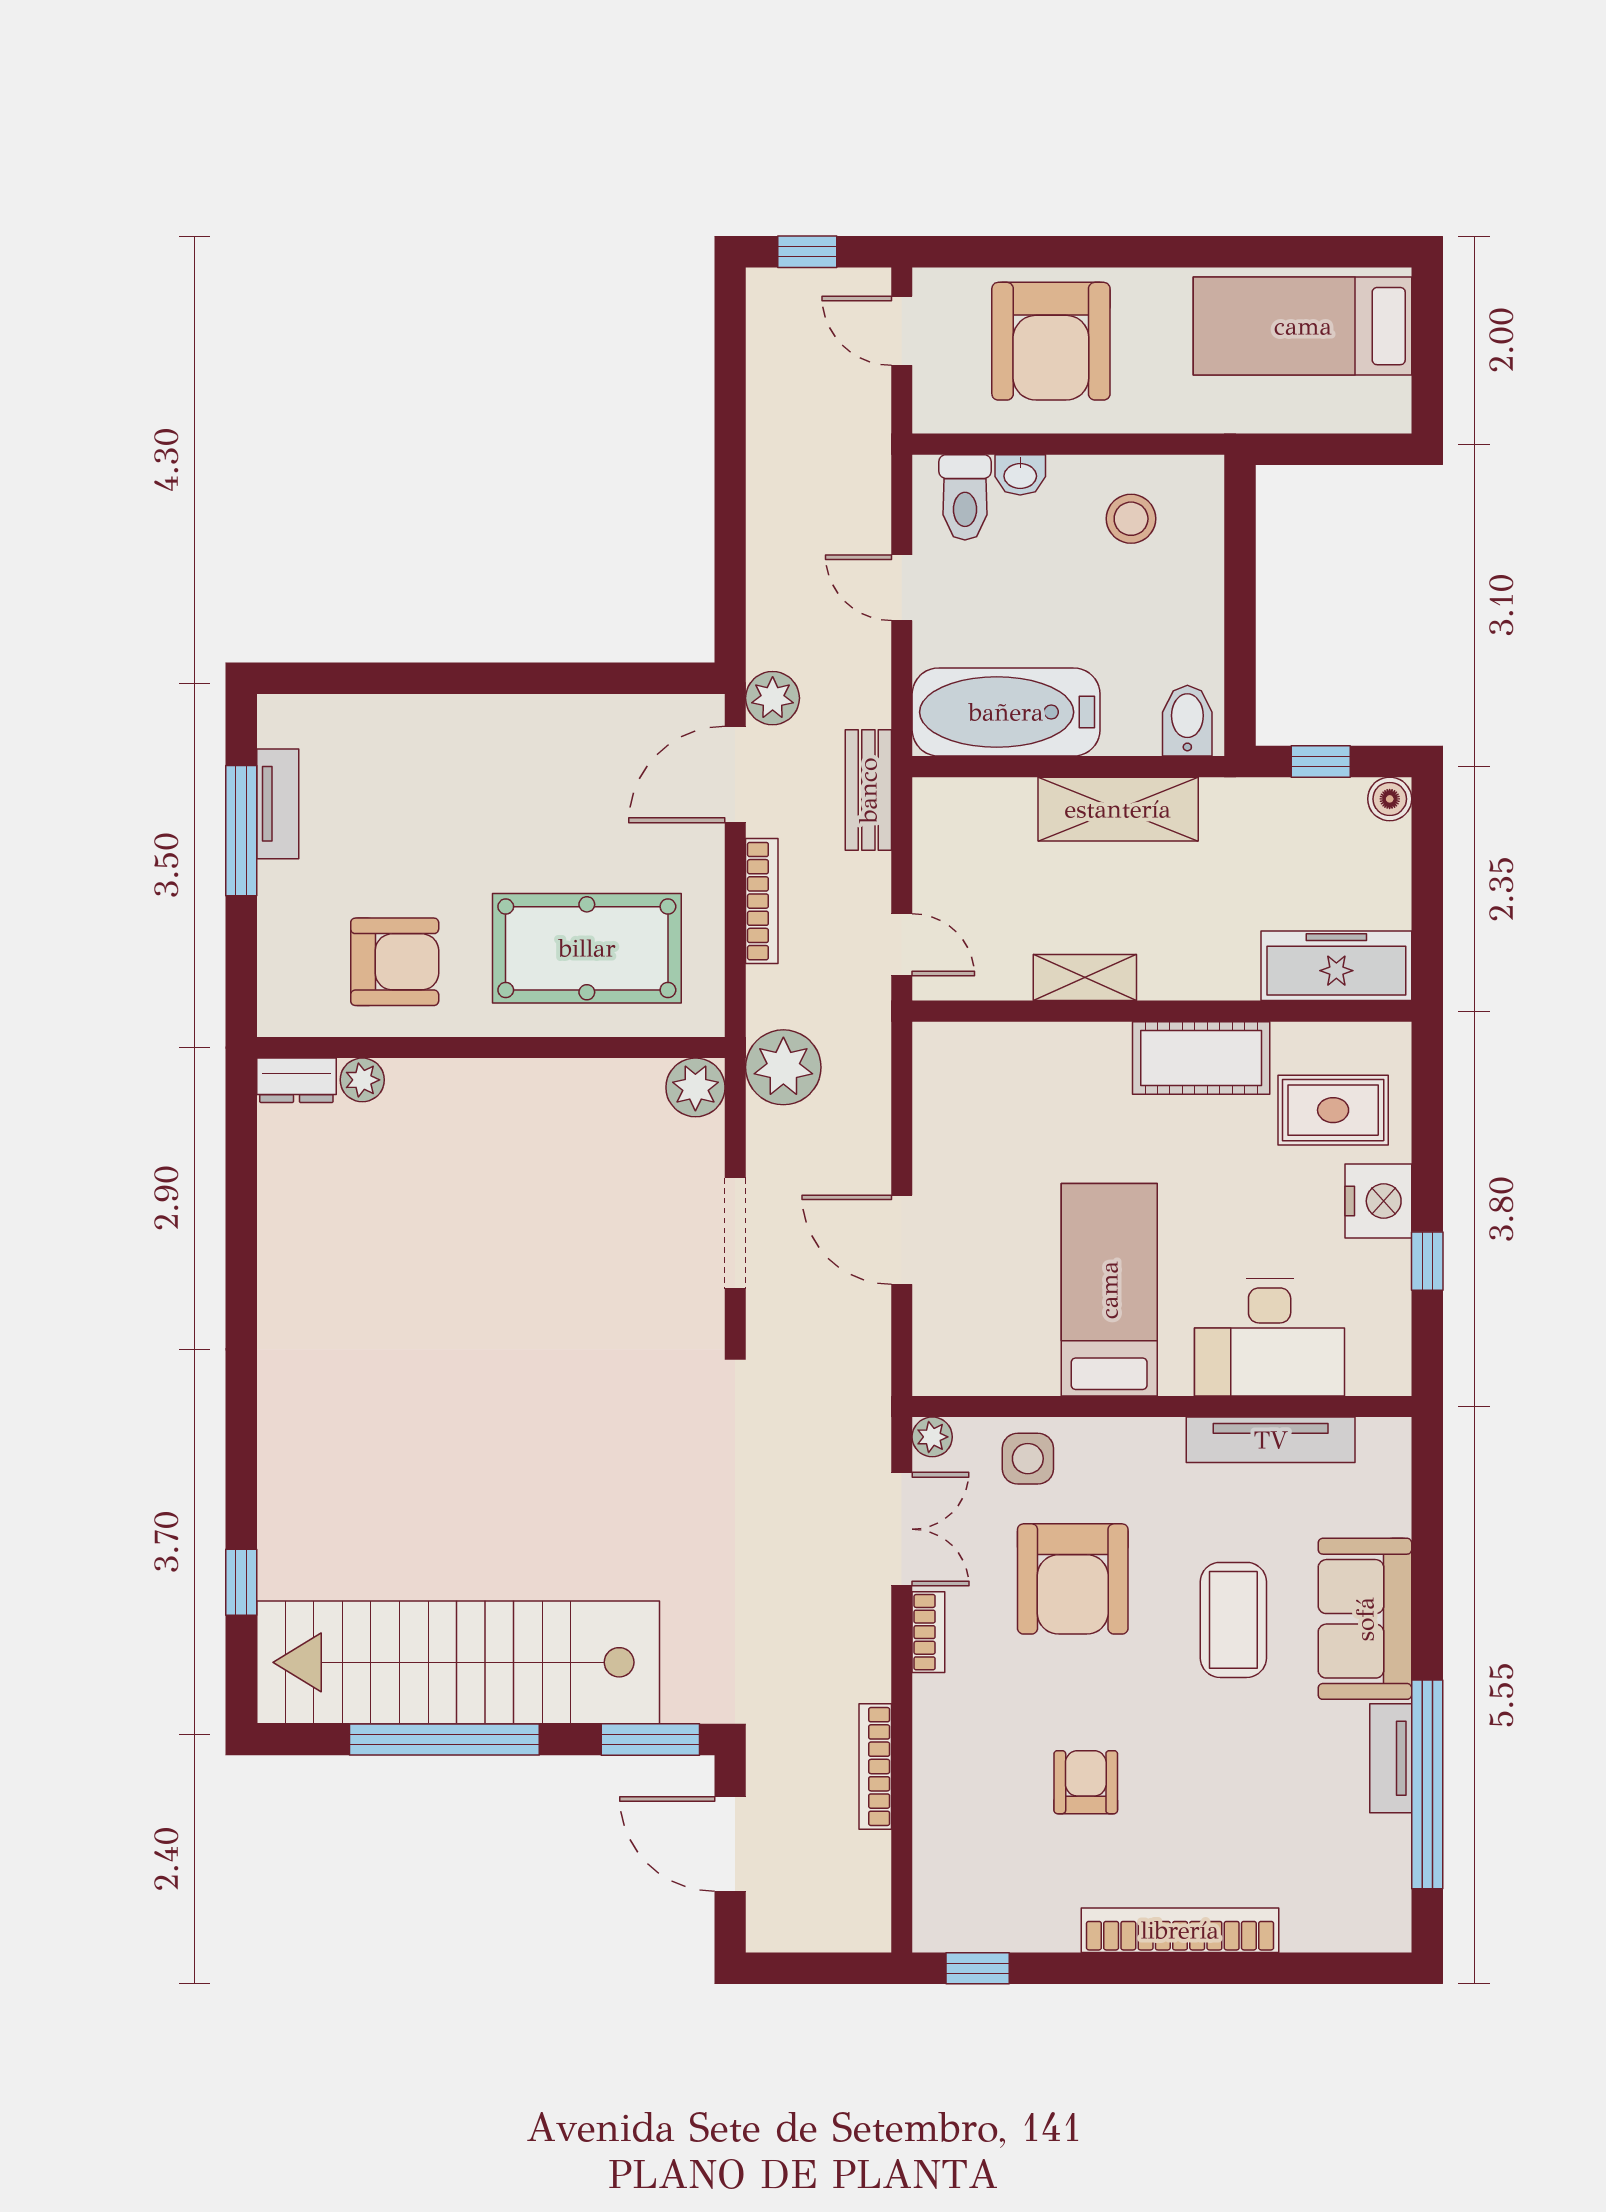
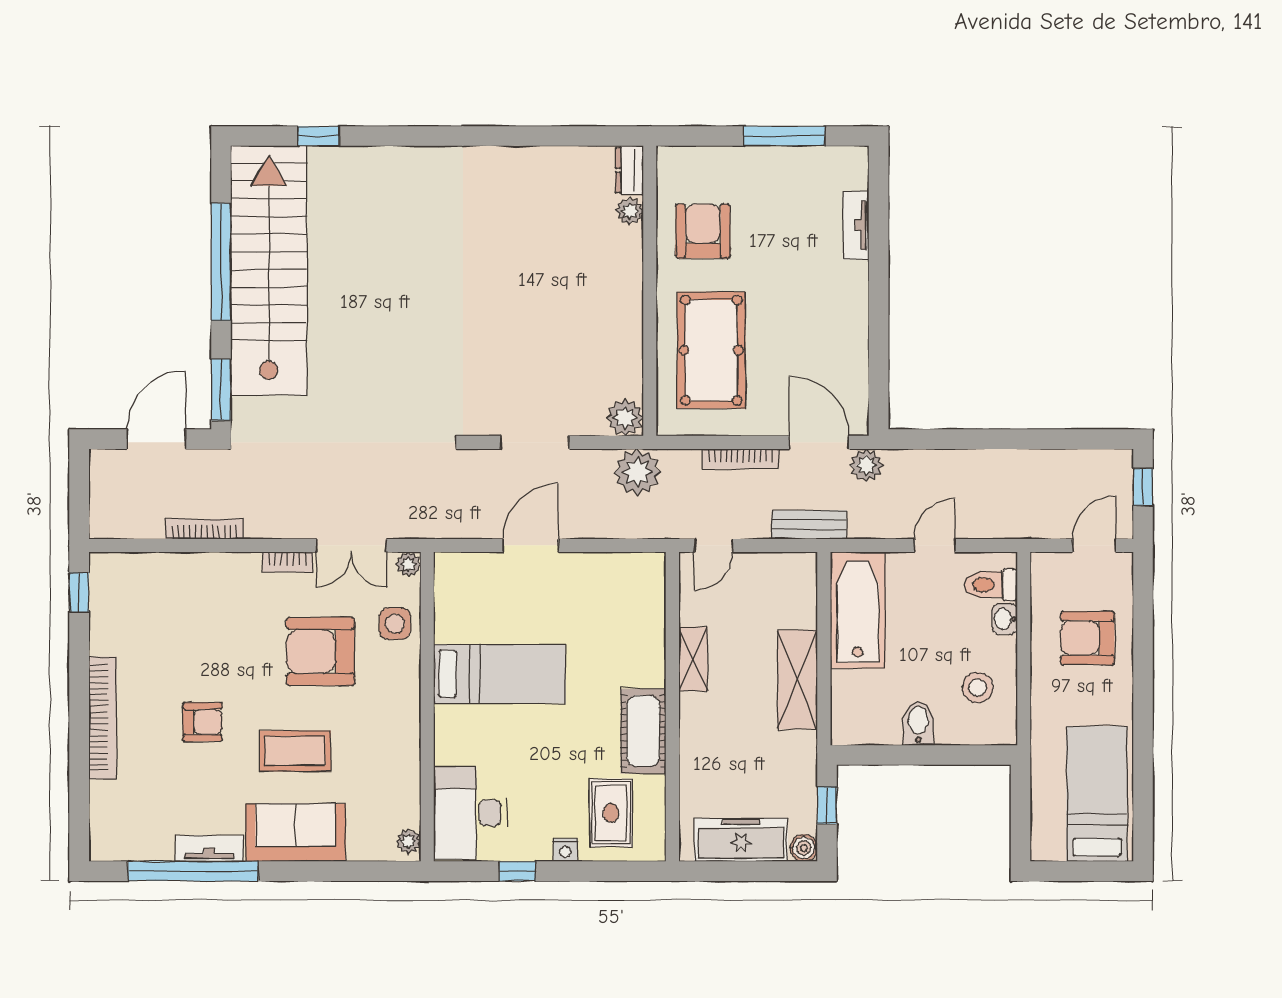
armchair: (1051, 341) -> (1088, 638), width x0.73, depth x0.73
bidet: (1187, 721) -> (918, 723), moved, turned -90
tv unit: (278, 804) -> (856, 225), moved, turned 90
armchair: (395, 962) -> (703, 231), turned 180
freezer: (1336, 966) -> (741, 840), moved, turned -90
nightstand: (1378, 1201) -> (565, 850), width x0.53, depth x0.56
desk: (1270, 1337) -> (470, 813), moved
plant: (1379, 1437) -> (408, 841), added
tv unit: (1271, 1440) -> (407, 774), removed
armchair: (1086, 1782) -> (203, 722), moved

